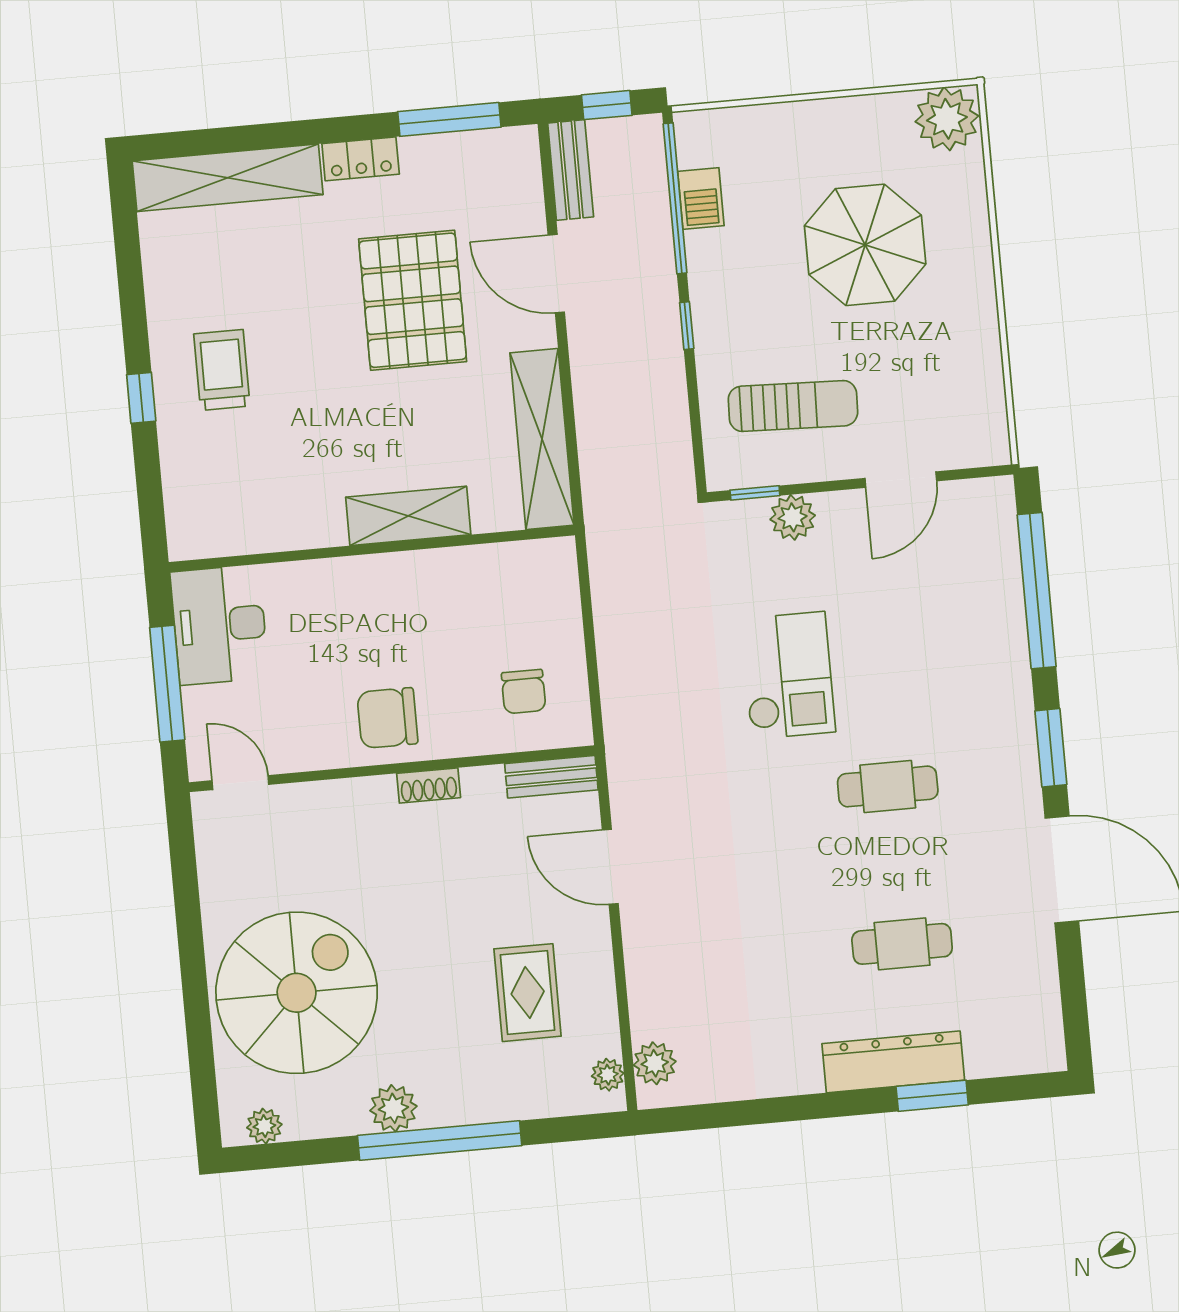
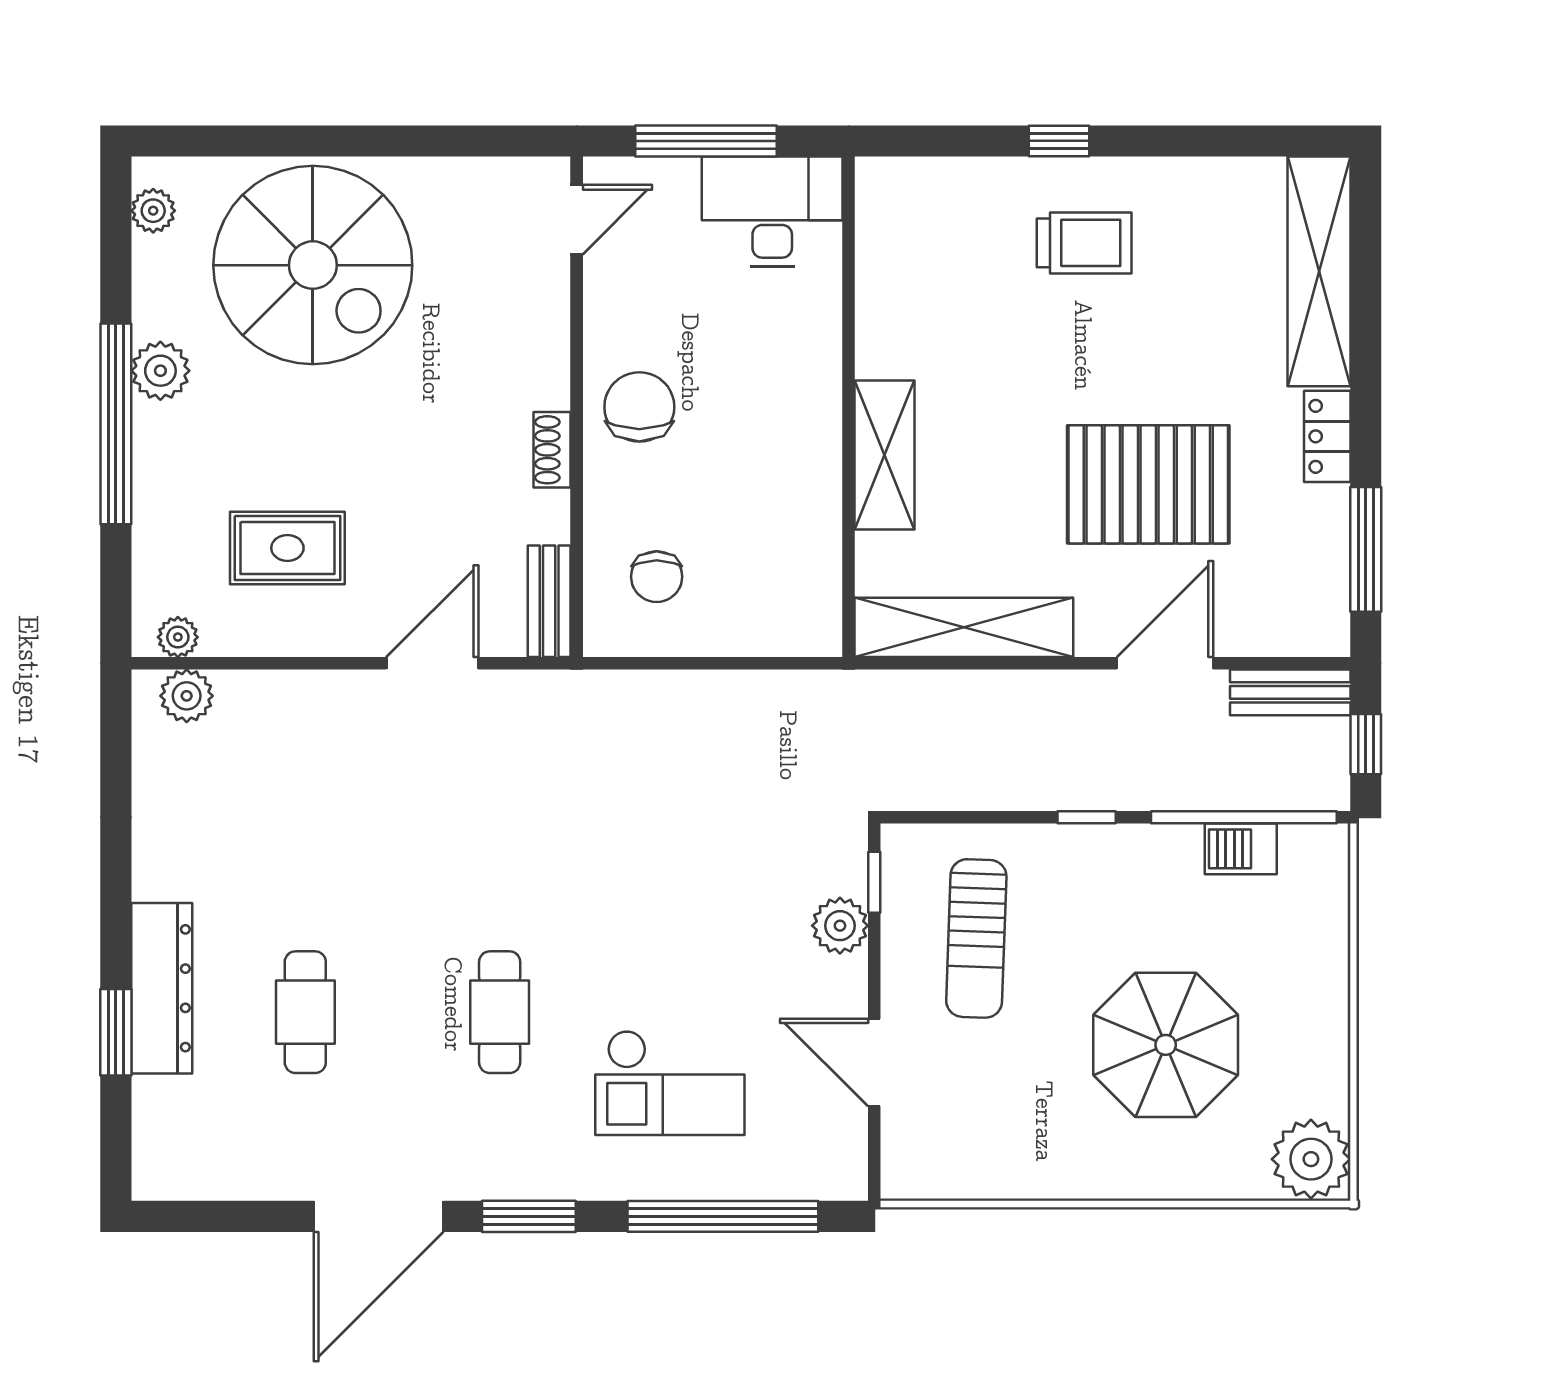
checkout: (788, 675) -> (670, 1083), moved
chair: (524, 691) -> (657, 577), turned -90

